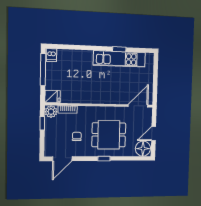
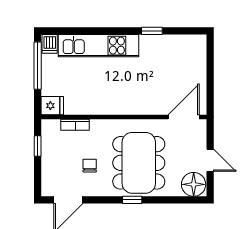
kitchen unit: (119, 59) -> (98, 46), moved
plant: (51, 112) -> (50, 128), removed
door: (154, 133) -> (210, 160), swing flipped
dining table: (109, 135) -> (139, 163), width x1.38

